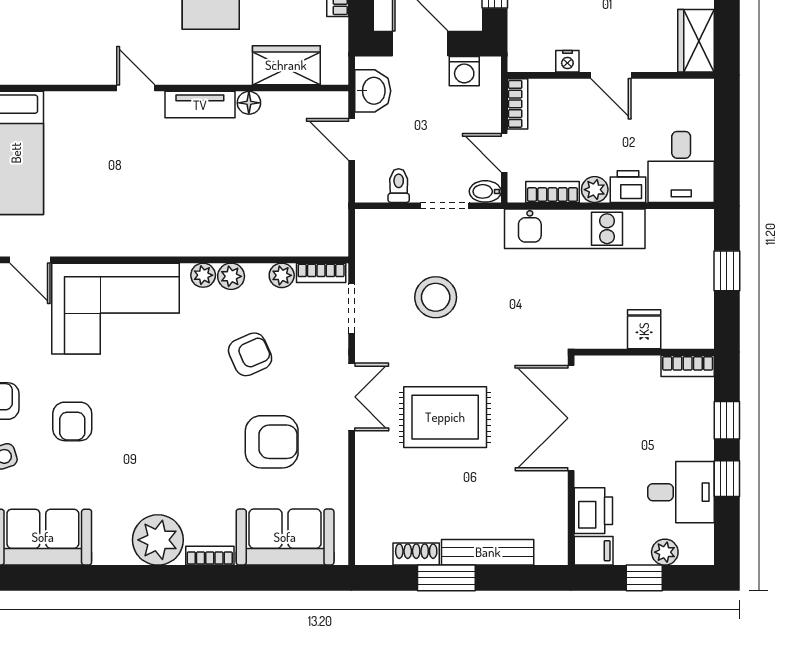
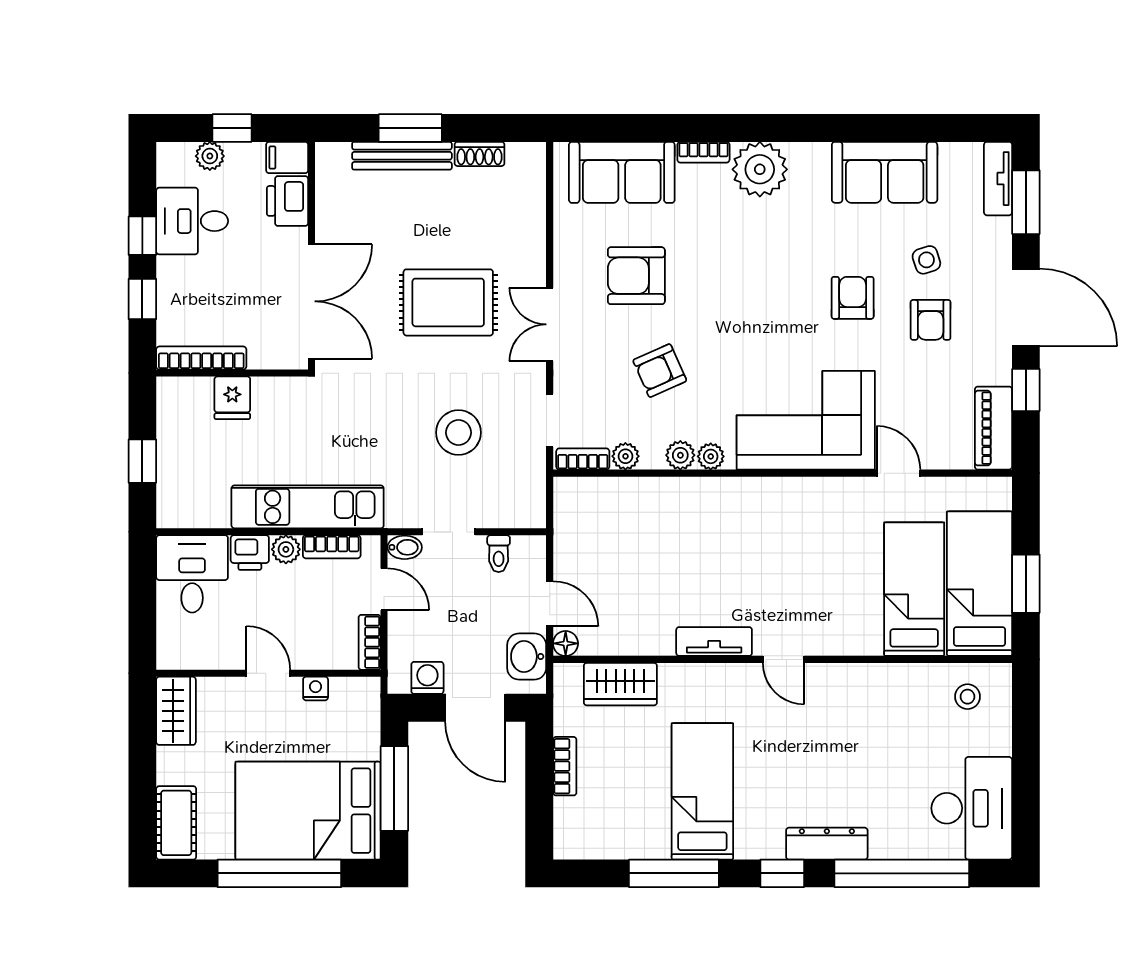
floor lamp: (249, 103) -> (566, 643), moved
bookcase: (688, 366) -> (201, 358), width x1.56
window: (446, 578) -> (410, 128), moved

